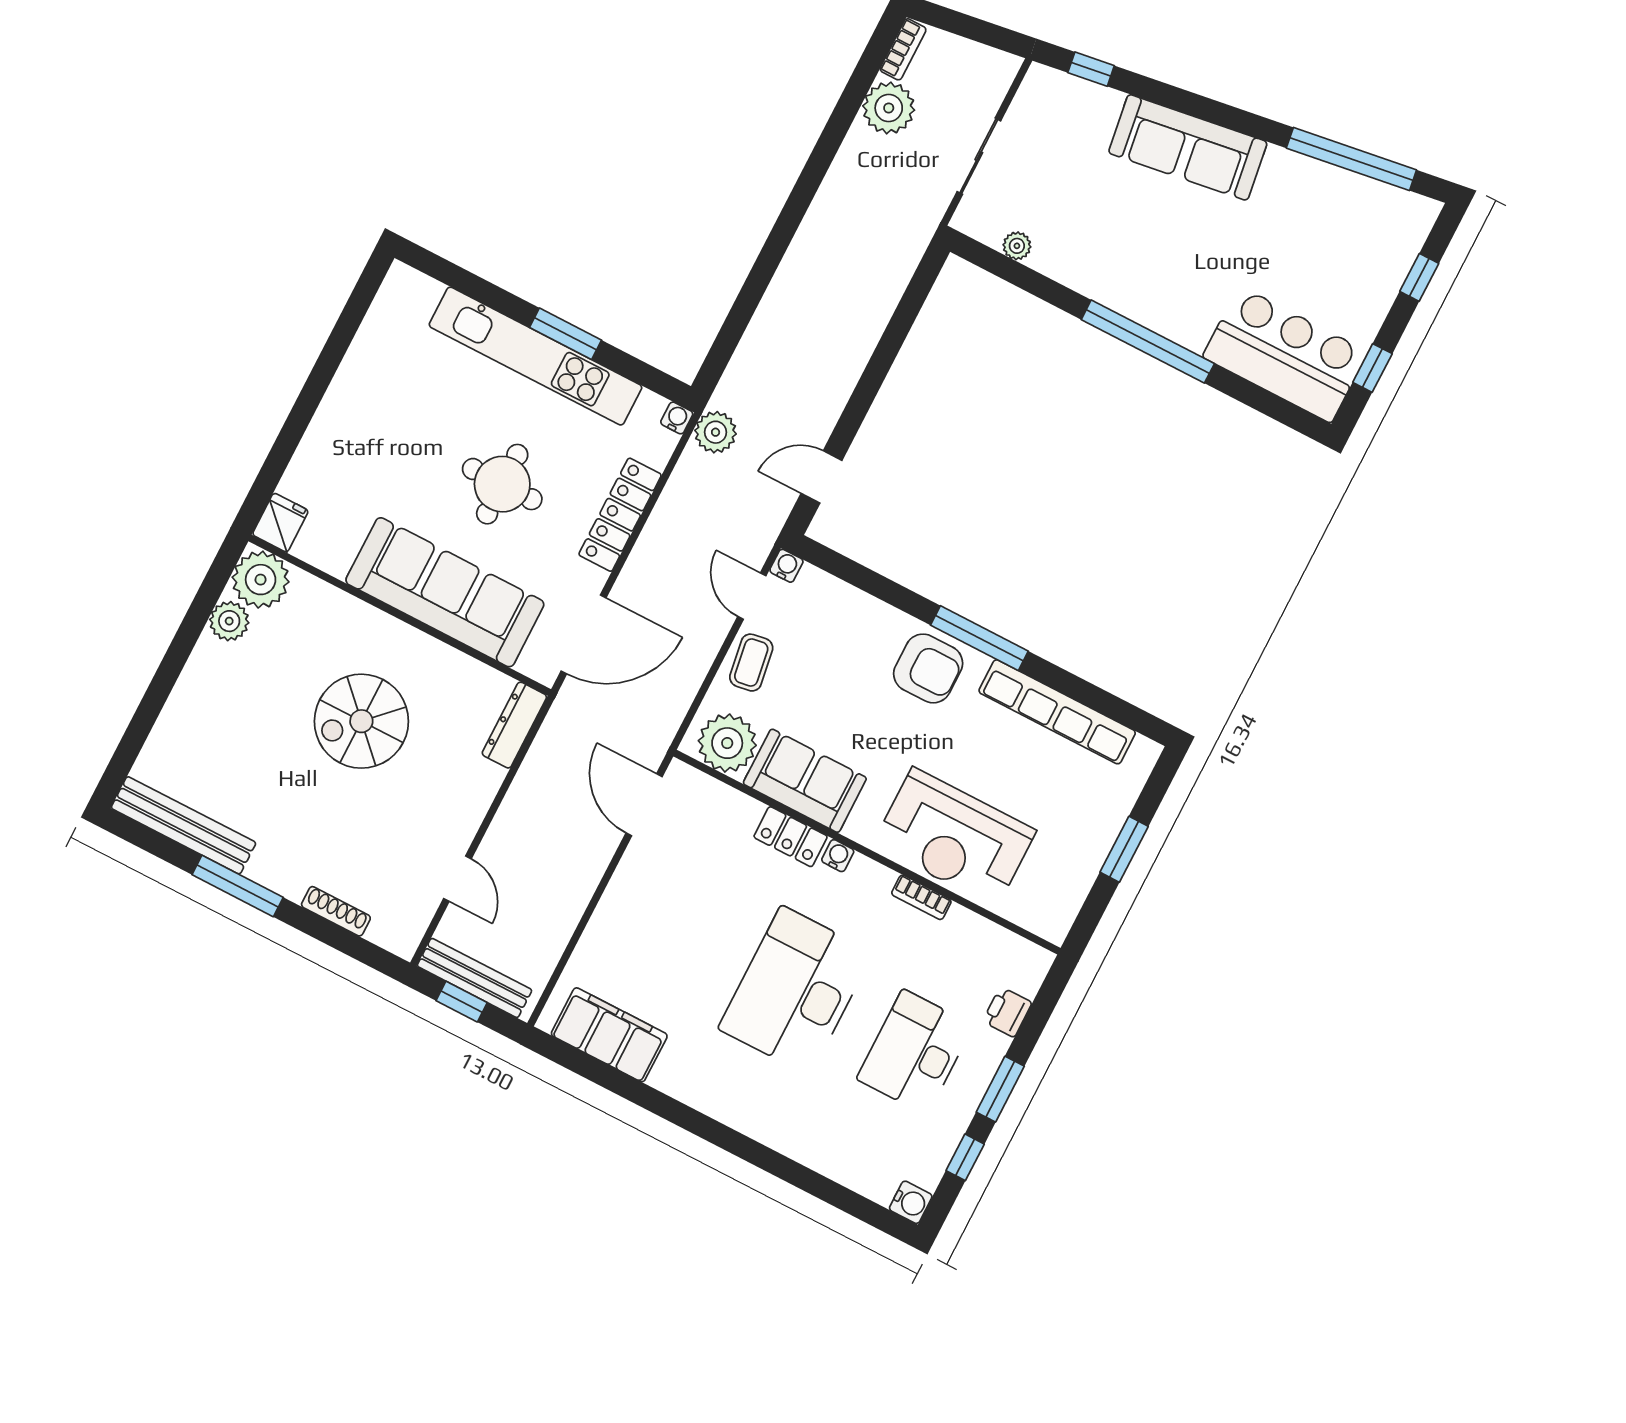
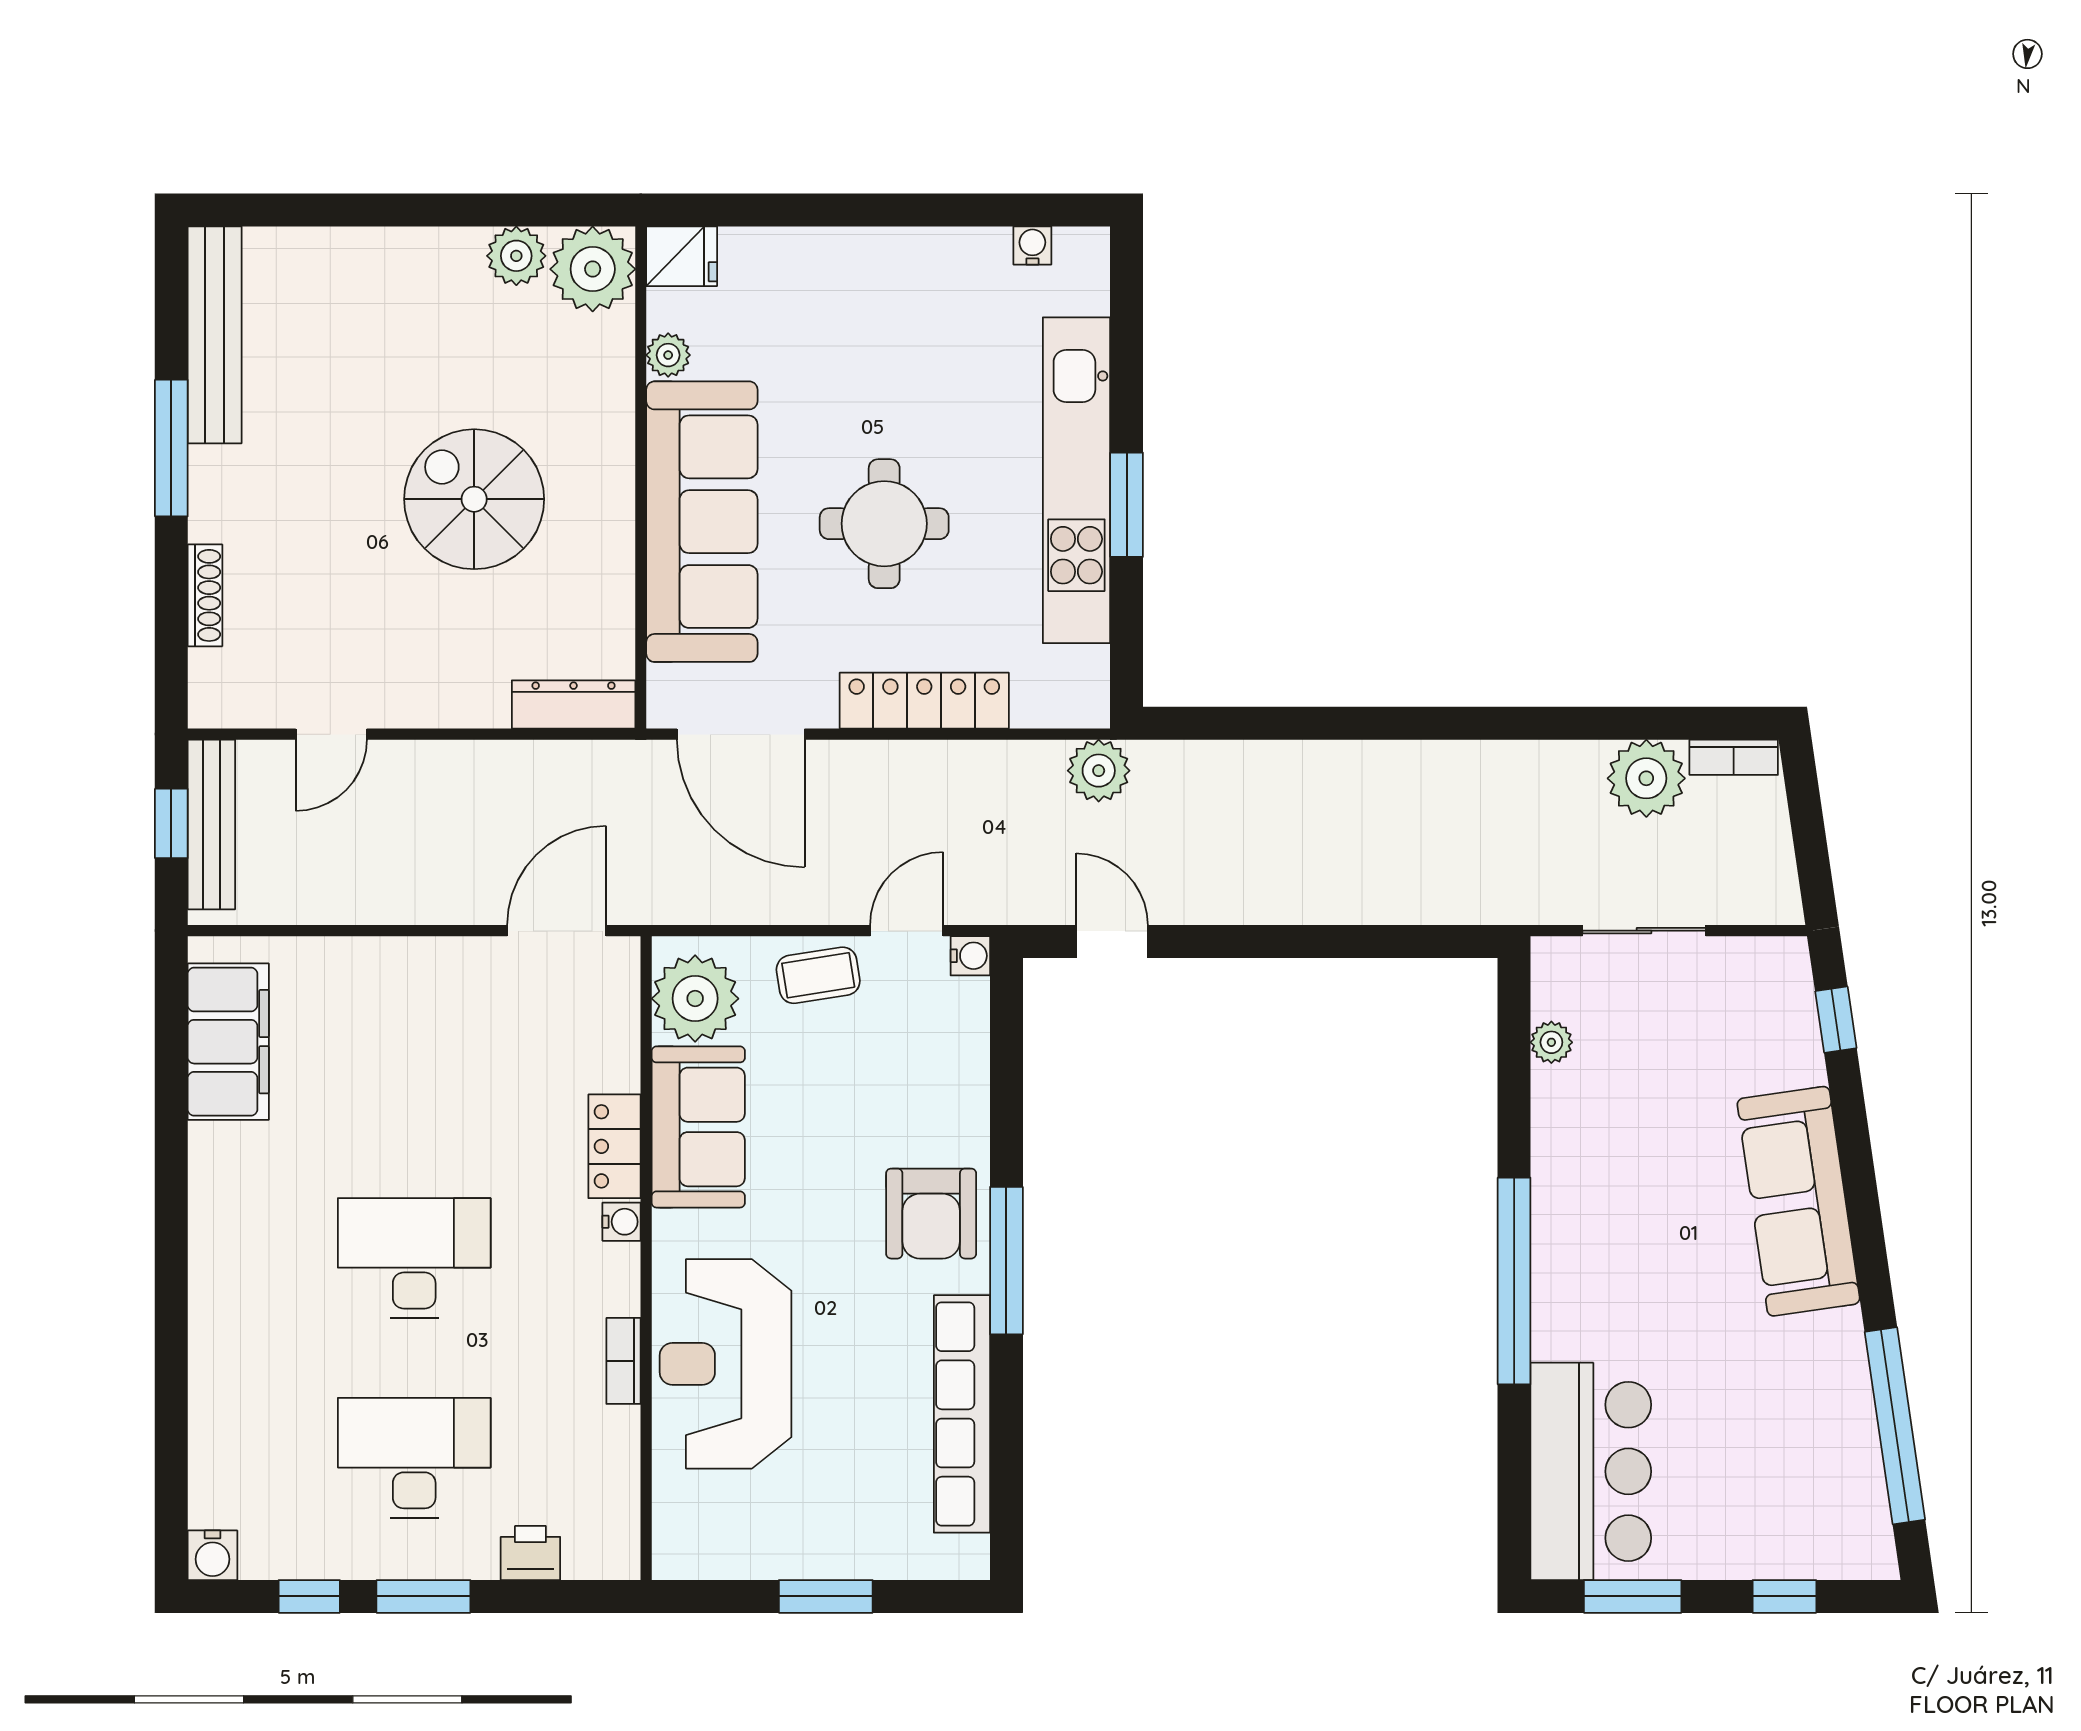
window: (1372, 368) -> (1633, 1596), width x1.50
water cooler: (677, 418) -> (1032, 245), moved, turned -90
plant: (335, 561) -> (668, 355), added
desk: (796, 991) -> (414, 1258), width x0.73, depth x0.77

